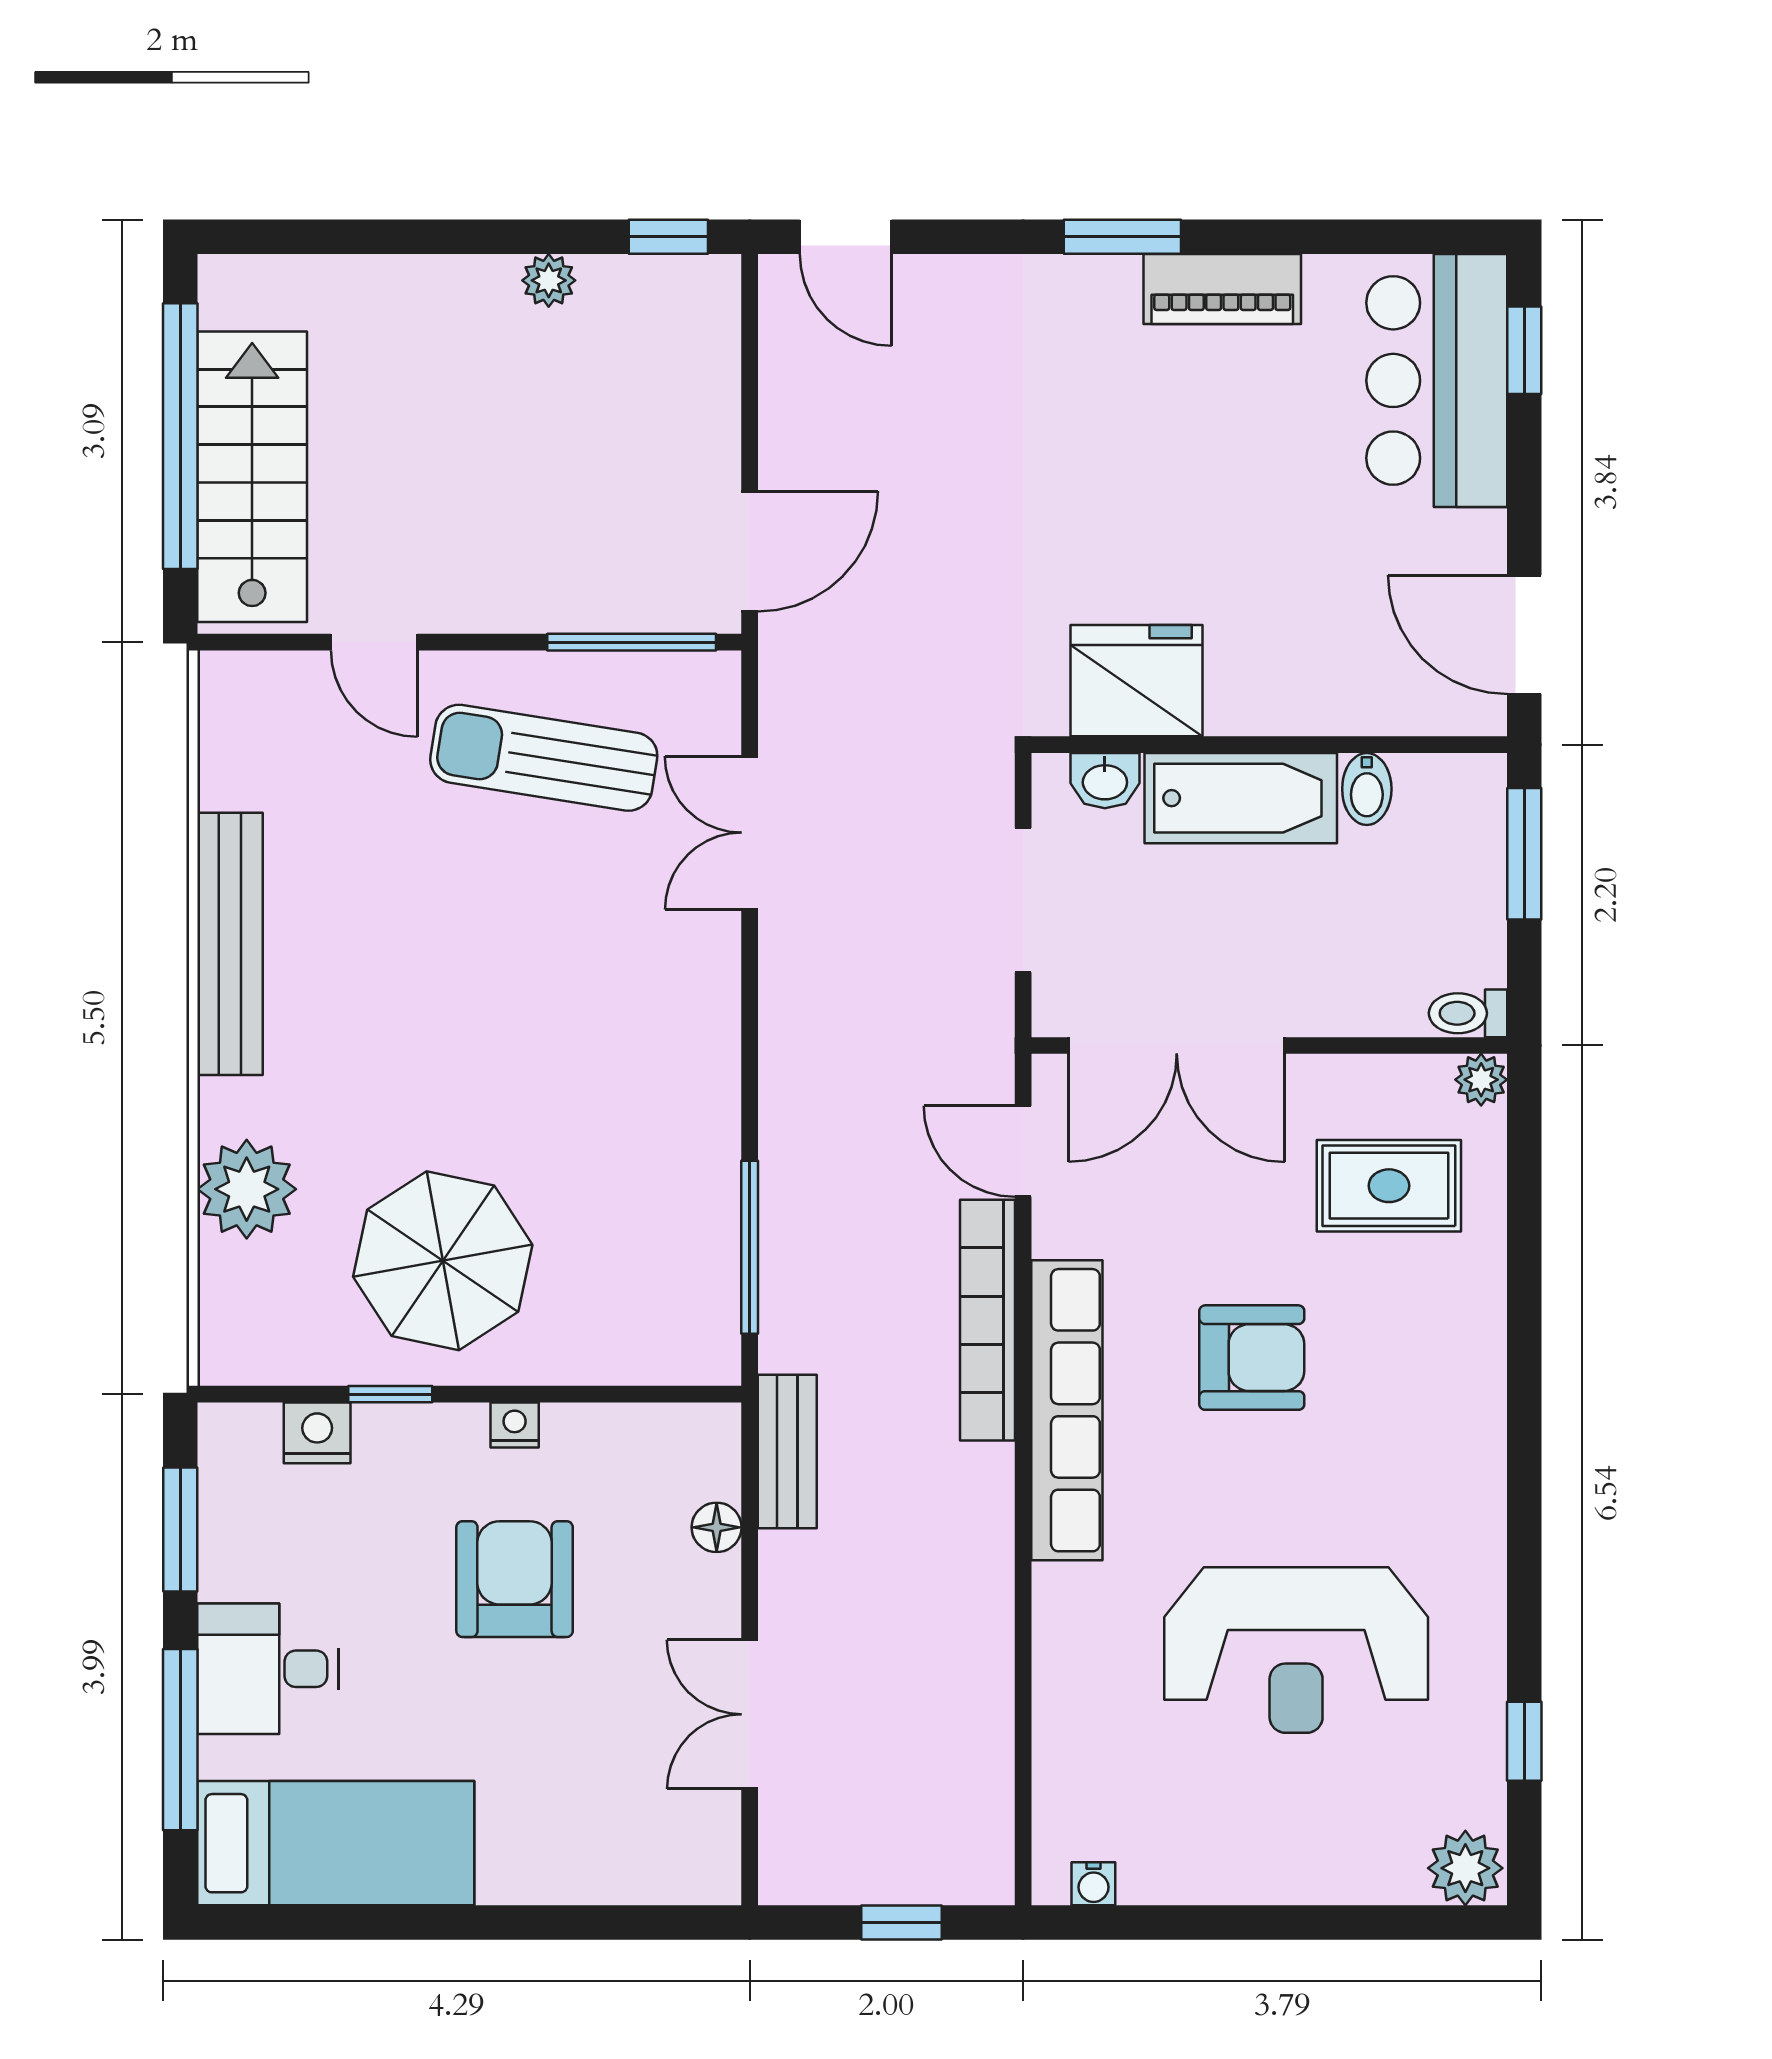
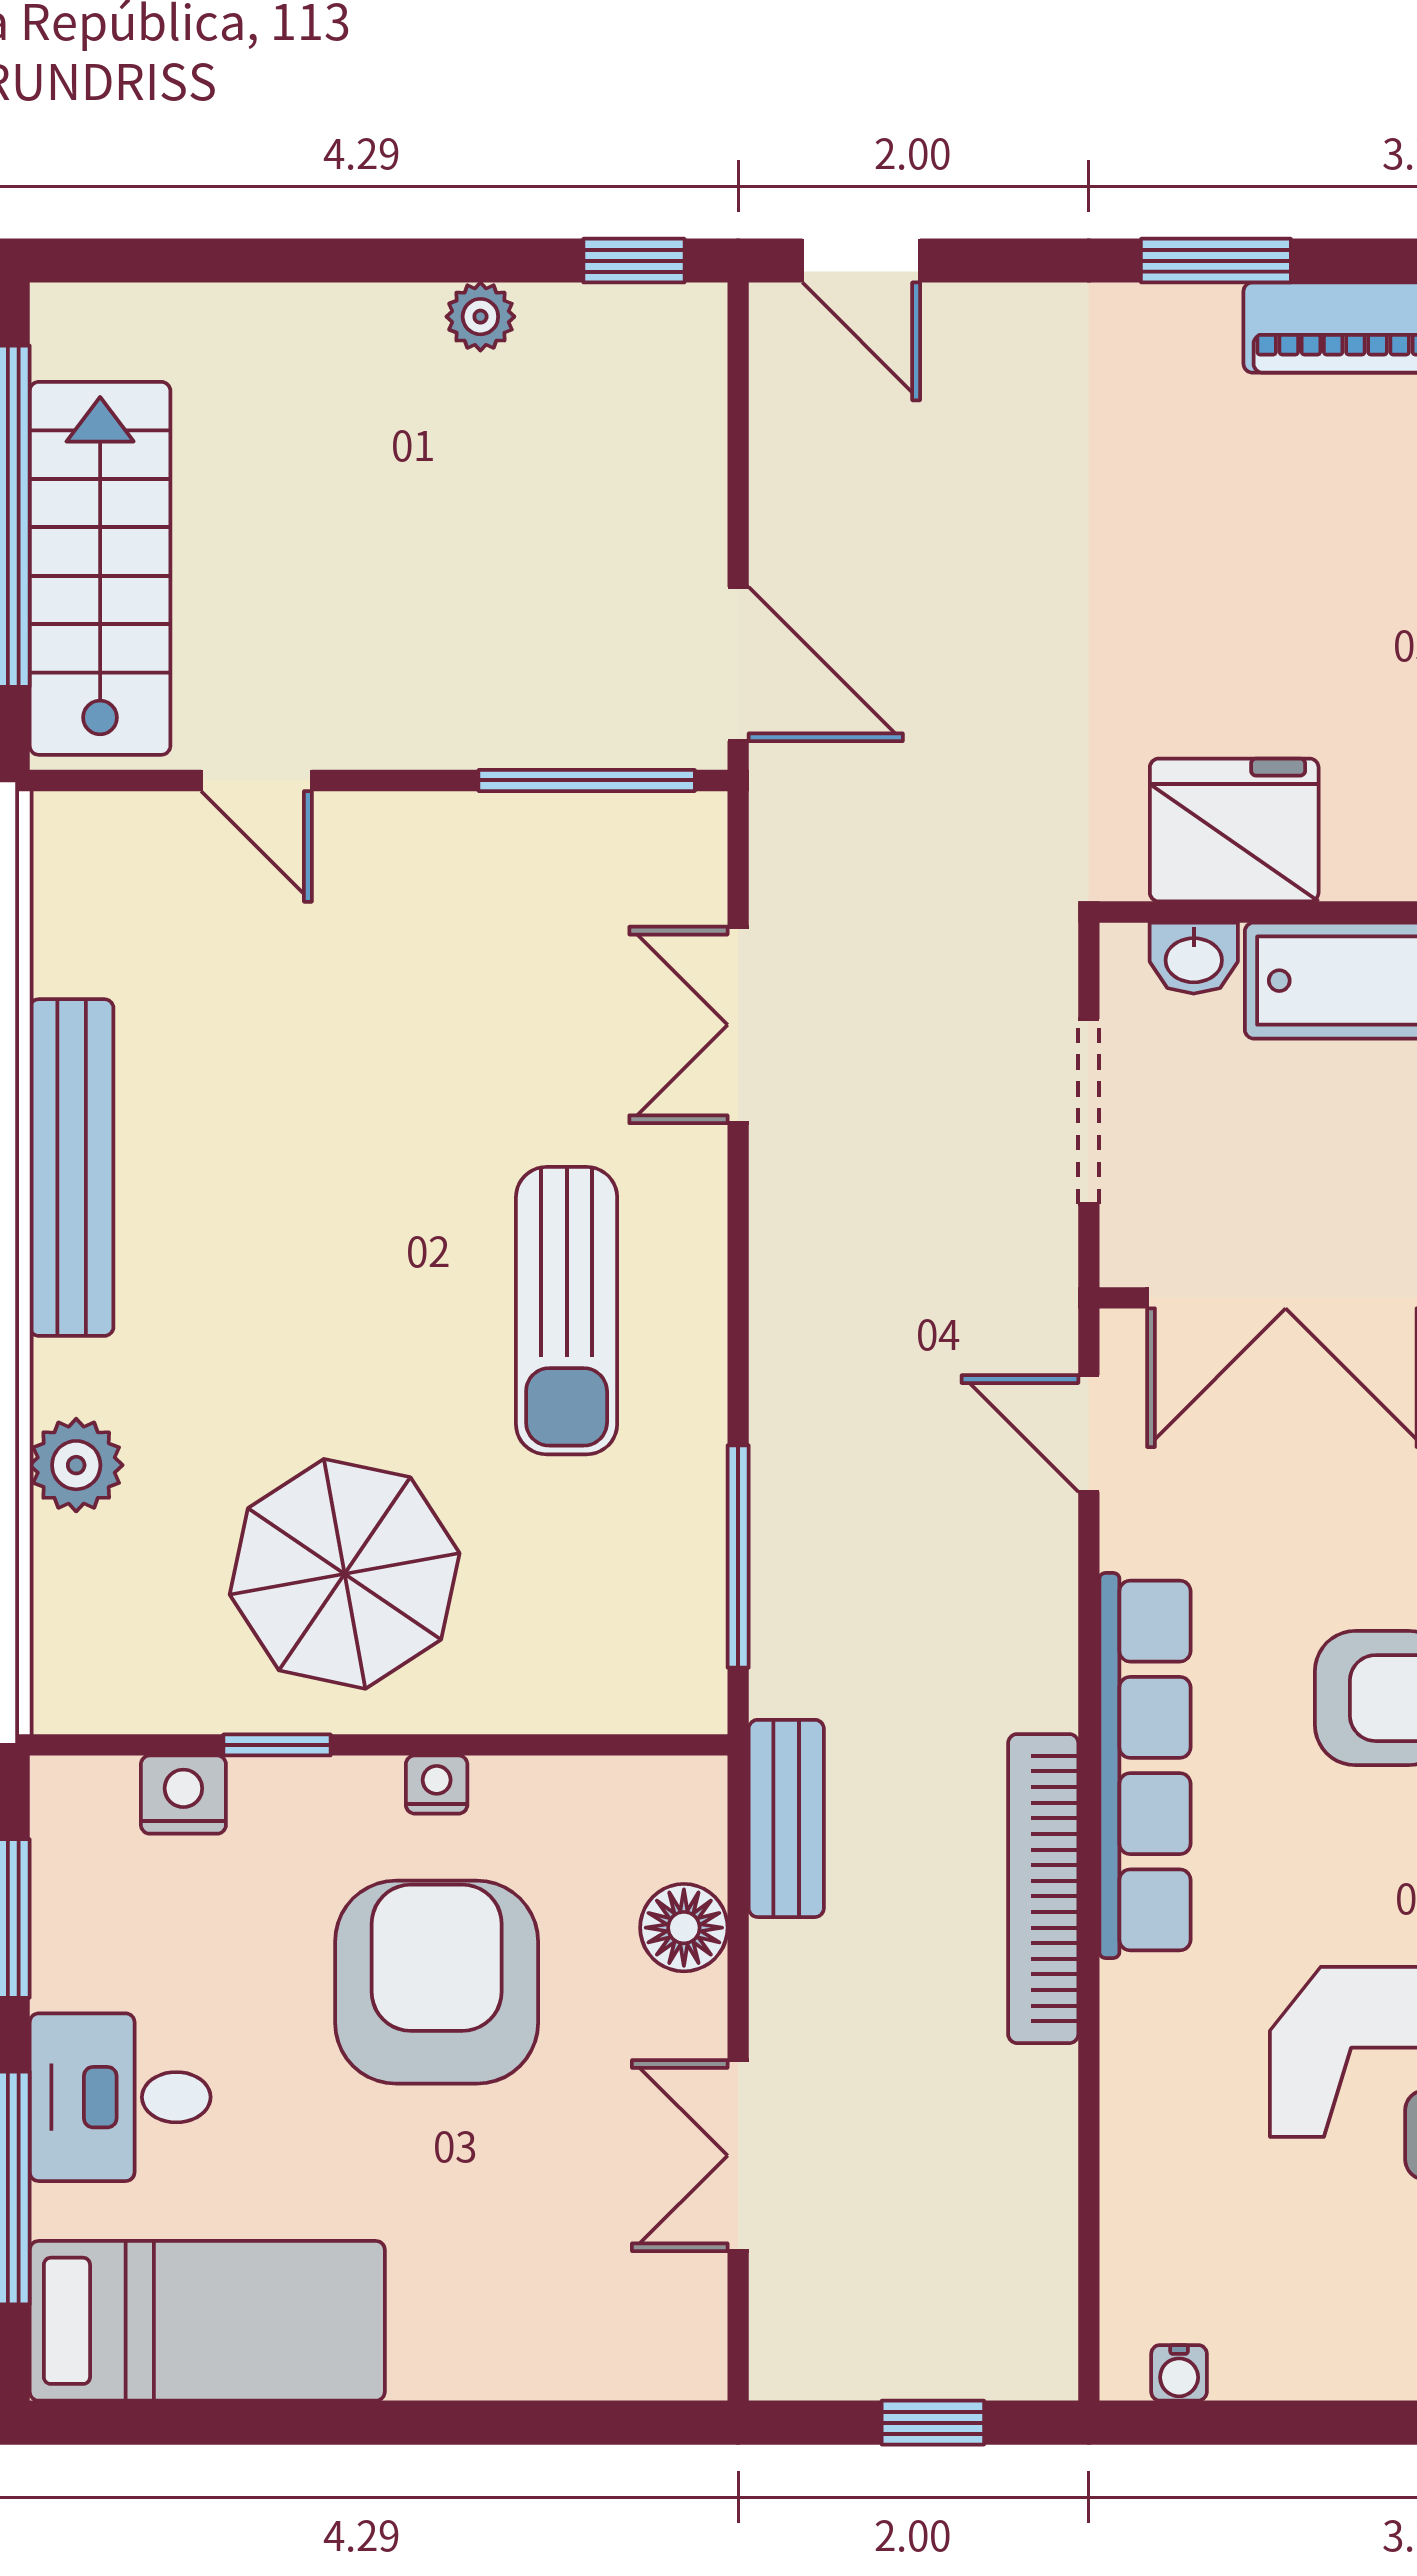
door: (750, 551) -> (738, 664), hinge flipped
sun lounger: (544, 758) -> (567, 1311), moved, turned -99
plant: (247, 1189) -> (76, 1465), width x0.73, depth x0.73
bookcase: (988, 1320) -> (1043, 1889), moved
floor lamp: (717, 1527) -> (684, 1928), width x1.37, depth x1.37
armchair: (515, 1579) -> (437, 1982), width x1.36, depth x1.36

